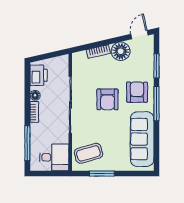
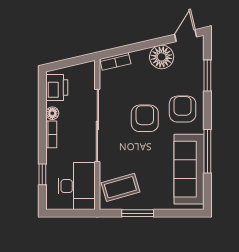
bookcase: (98, 52) -> (115, 61), moved
armchair: (108, 99) -> (145, 118), turned 180
window: (156, 104) -> (207, 151), moved
window: (27, 143) -> (42, 174), width x0.46
desk: (54, 157) -> (77, 186), width x1.37

